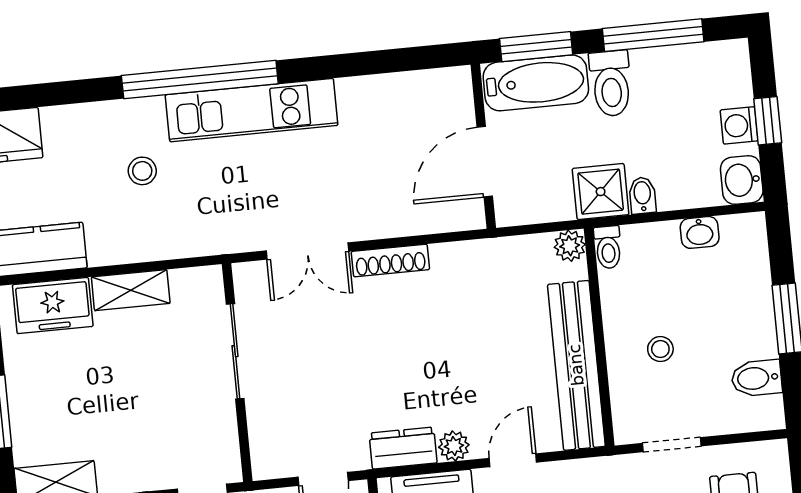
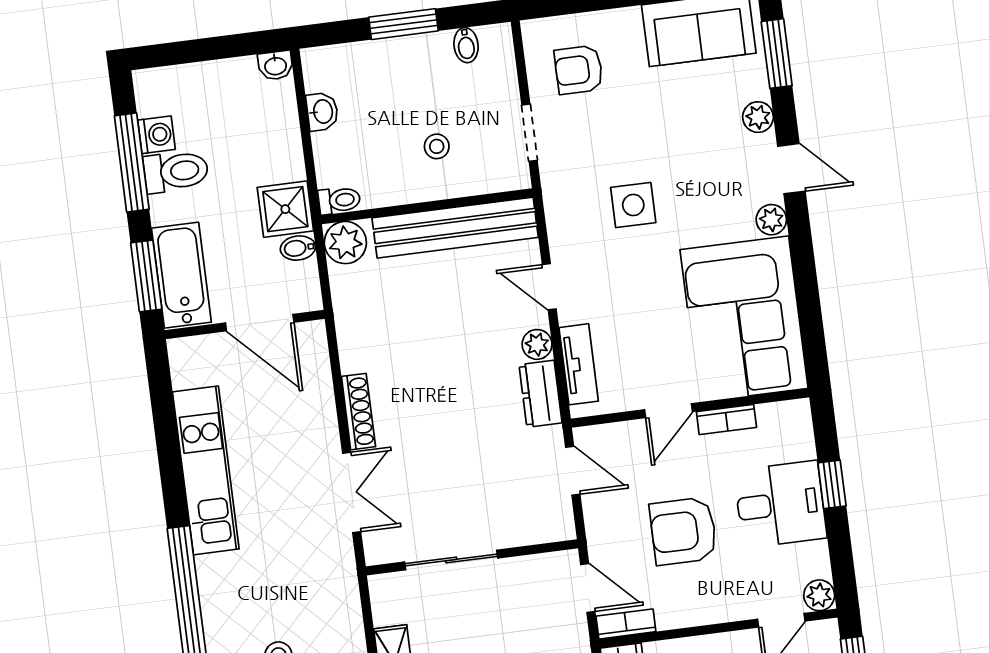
toilet: (611, 83) -> (176, 172), moved
kitchen unit: (252, 110) -> (206, 470), moved
window: (768, 121) -> (212, 49), removed
washing machine: (739, 125) -> (156, 135), moved, turned -90
washbasin: (742, 180) -> (275, 65), width x0.72, depth x0.69
bidet: (642, 195) -> (298, 248), moved
plant: (570, 246) -> (345, 243), width x1.38, depth x1.38
bidet: (757, 378) -> (466, 45), width x0.72, depth x0.74

